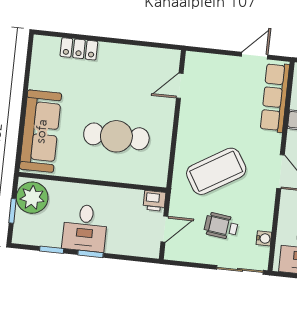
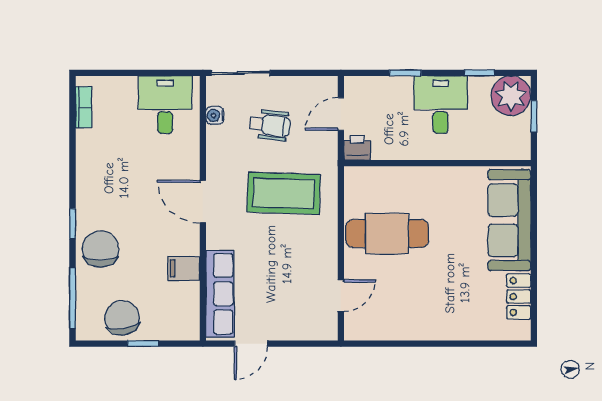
locker: (79, 49) -> (519, 297), moved, turned -90
cafe table: (116, 136) -> (387, 234), moved
coffee table: (216, 171) -> (284, 193), turned 33
plant: (32, 198) -> (511, 96), moved
window: (91, 254) -> (405, 73), moved

